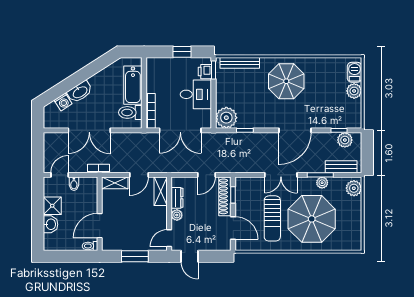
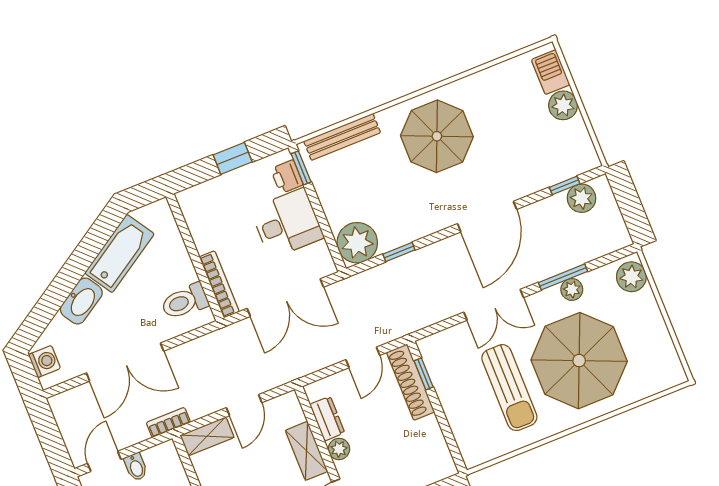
bathtub: (133, 85) -> (120, 254), moved, turned -123
washing machine: (63, 102) -> (44, 361), moved, turned -57
bench: (341, 167) -> (594, 248), removed
shelving: (161, 191) -> (307, 451), moved
door: (233, 228) -> (447, 432), removed

